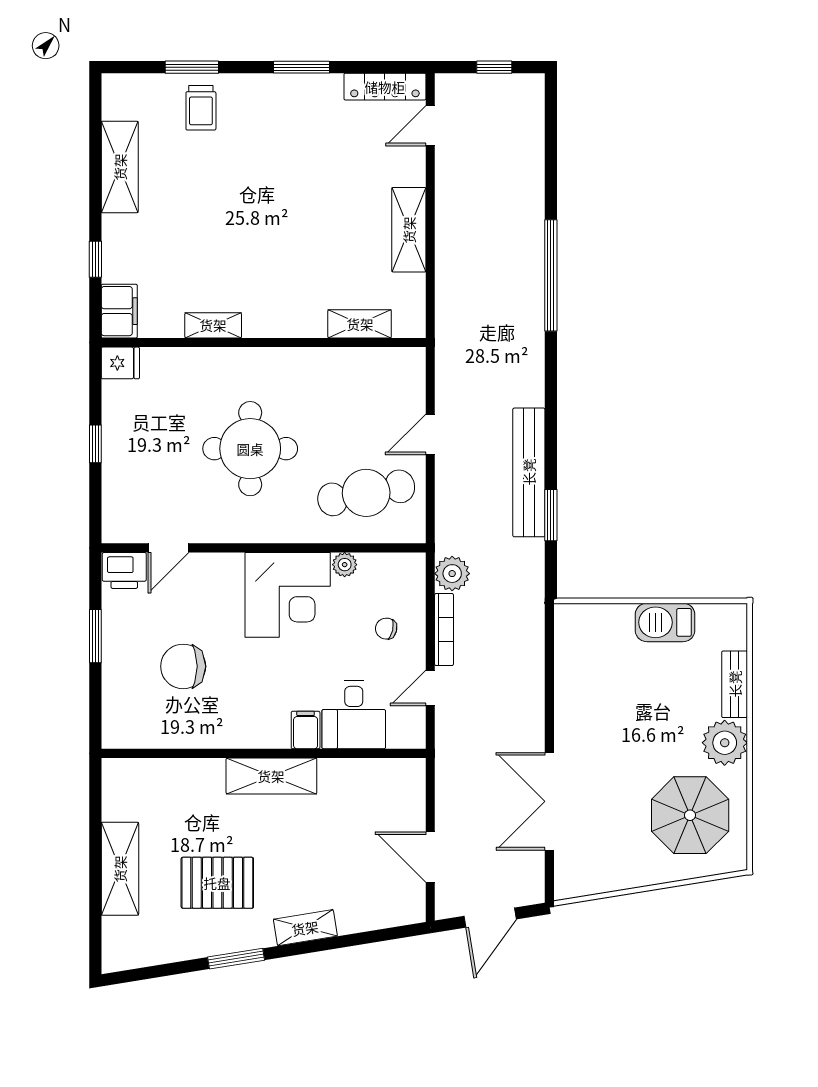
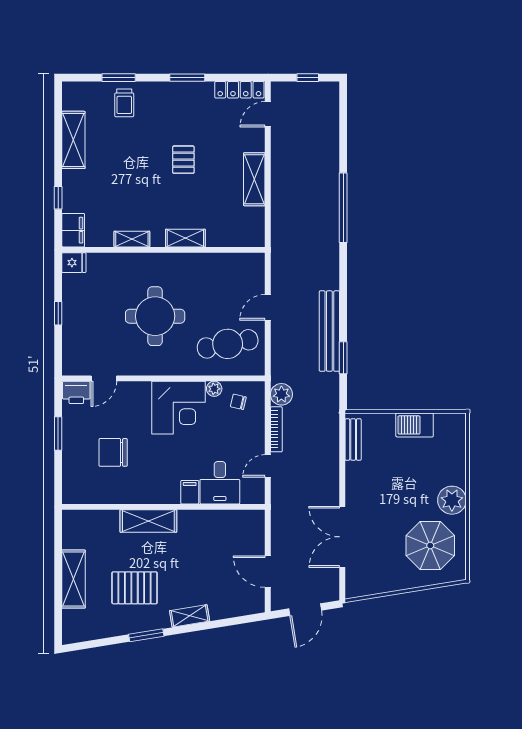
pallet: (295, 198) -> (183, 160), added
shelving: (360, 324) -> (185, 238), moved
chair: (386, 629) -> (238, 402), moved
bench: (735, 684) -> (353, 440), moved
shelving: (271, 776) -> (148, 521), moved

